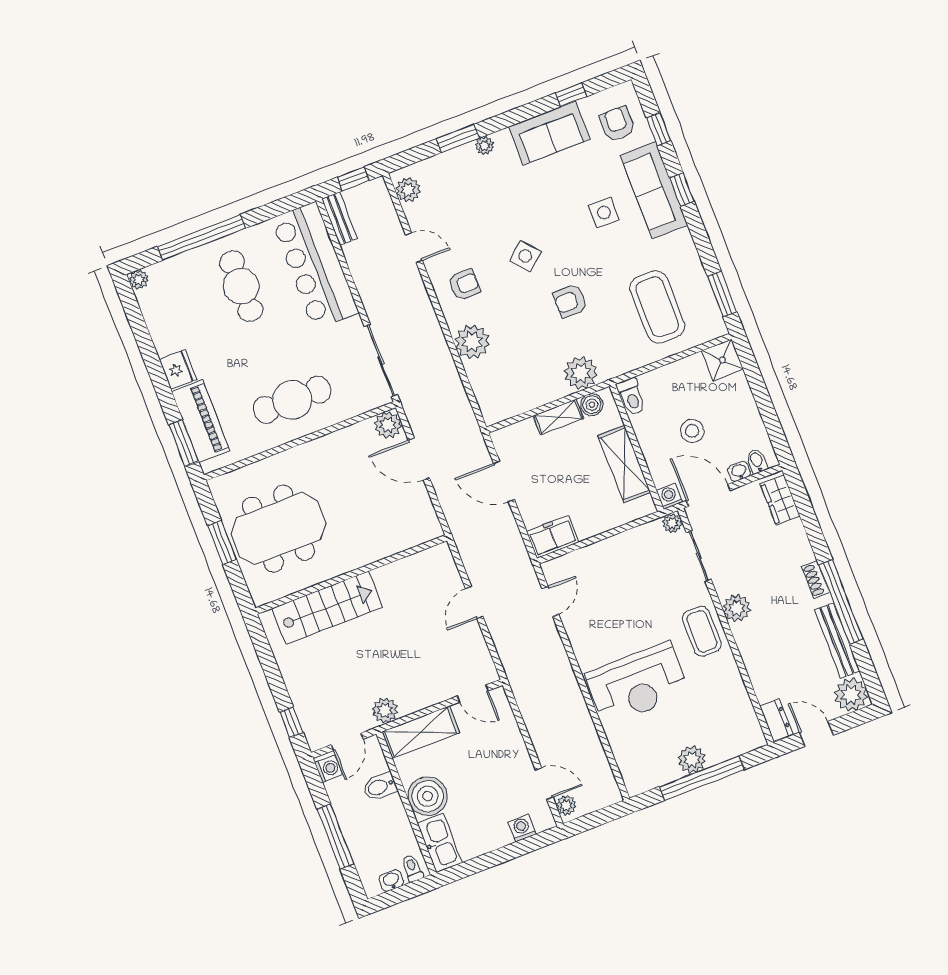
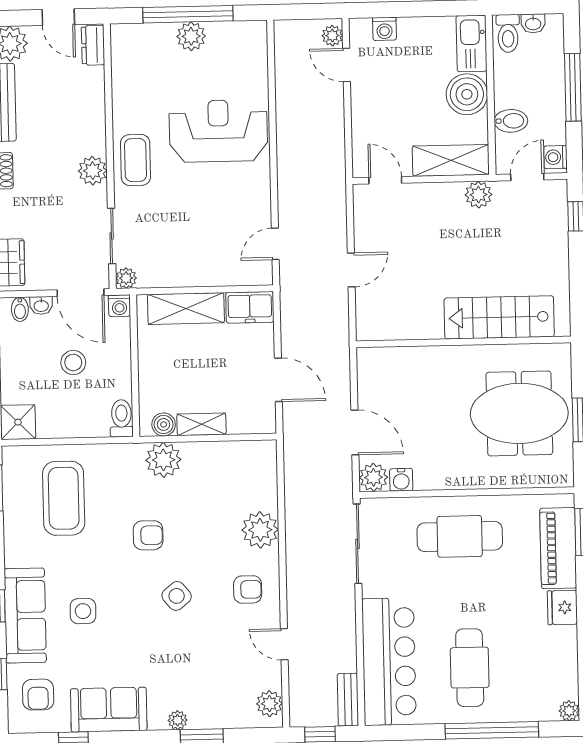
armchair: (464, 285) -> (248, 589), turned 180
water cooler: (362, 432) -> (401, 480), added
shelving: (624, 464) -> (186, 309), moved, turned 90
toilet: (412, 868) -> (508, 33), width x1.37, depth x1.39

